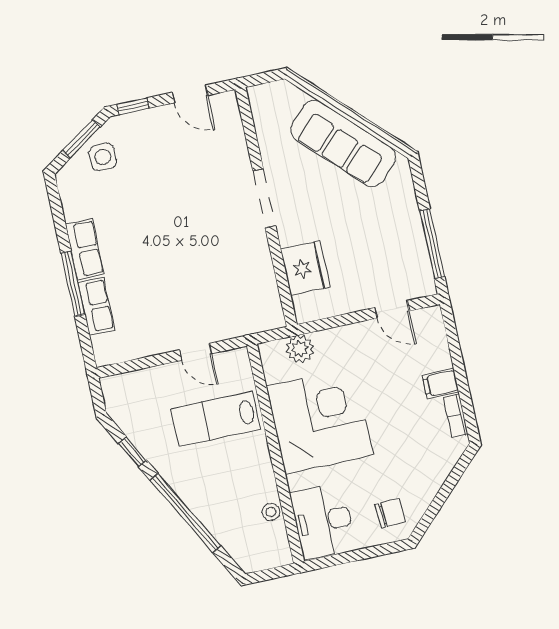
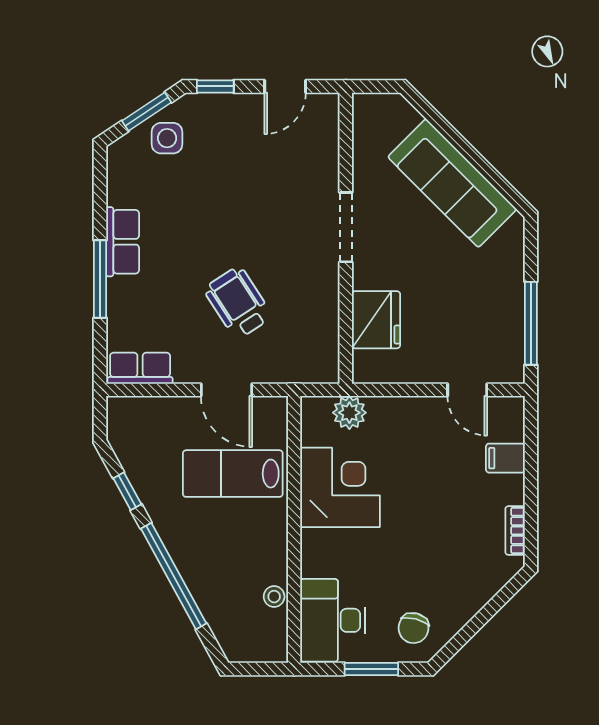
door: (190, 94) -> (285, 86), hinge flipped
wheelchair: (190, 279) -> (238, 303), added
row of seats: (96, 306) -> (140, 368), moved, turned -90
door: (196, 352) -> (226, 390), width x1.38
filing cabinet: (441, 384) -> (505, 458), moved
corner desk: (320, 420) -> (340, 487), width x0.74, depth x0.74
chair: (390, 513) -> (414, 628), turned 108
window: (363, 554) -> (371, 669), added

